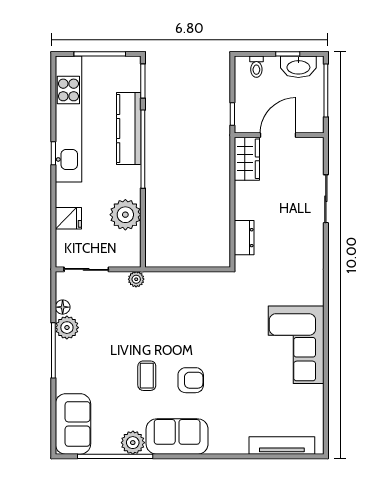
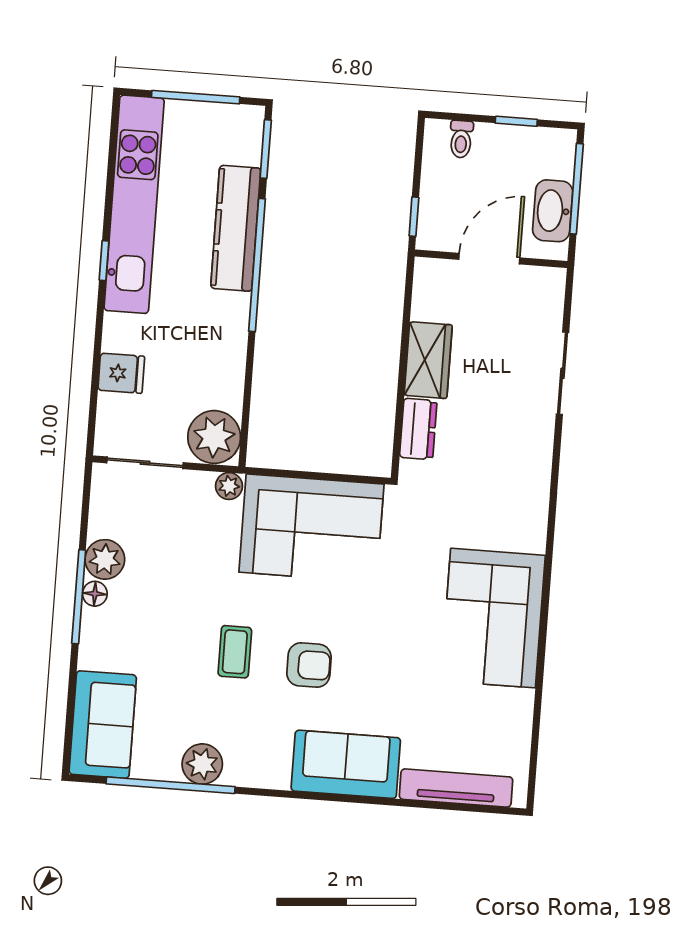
washbasin: (298, 67) -> (553, 211), moved, turned 90
wardrobe: (247, 159) -> (428, 360), moved
plant: (125, 215) -> (214, 437), moved
corner sofa: (186, 300) -> (311, 528), added
floor lamp: (63, 307) -> (95, 594), moved
sofa: (177, 437) -> (346, 764), moved

